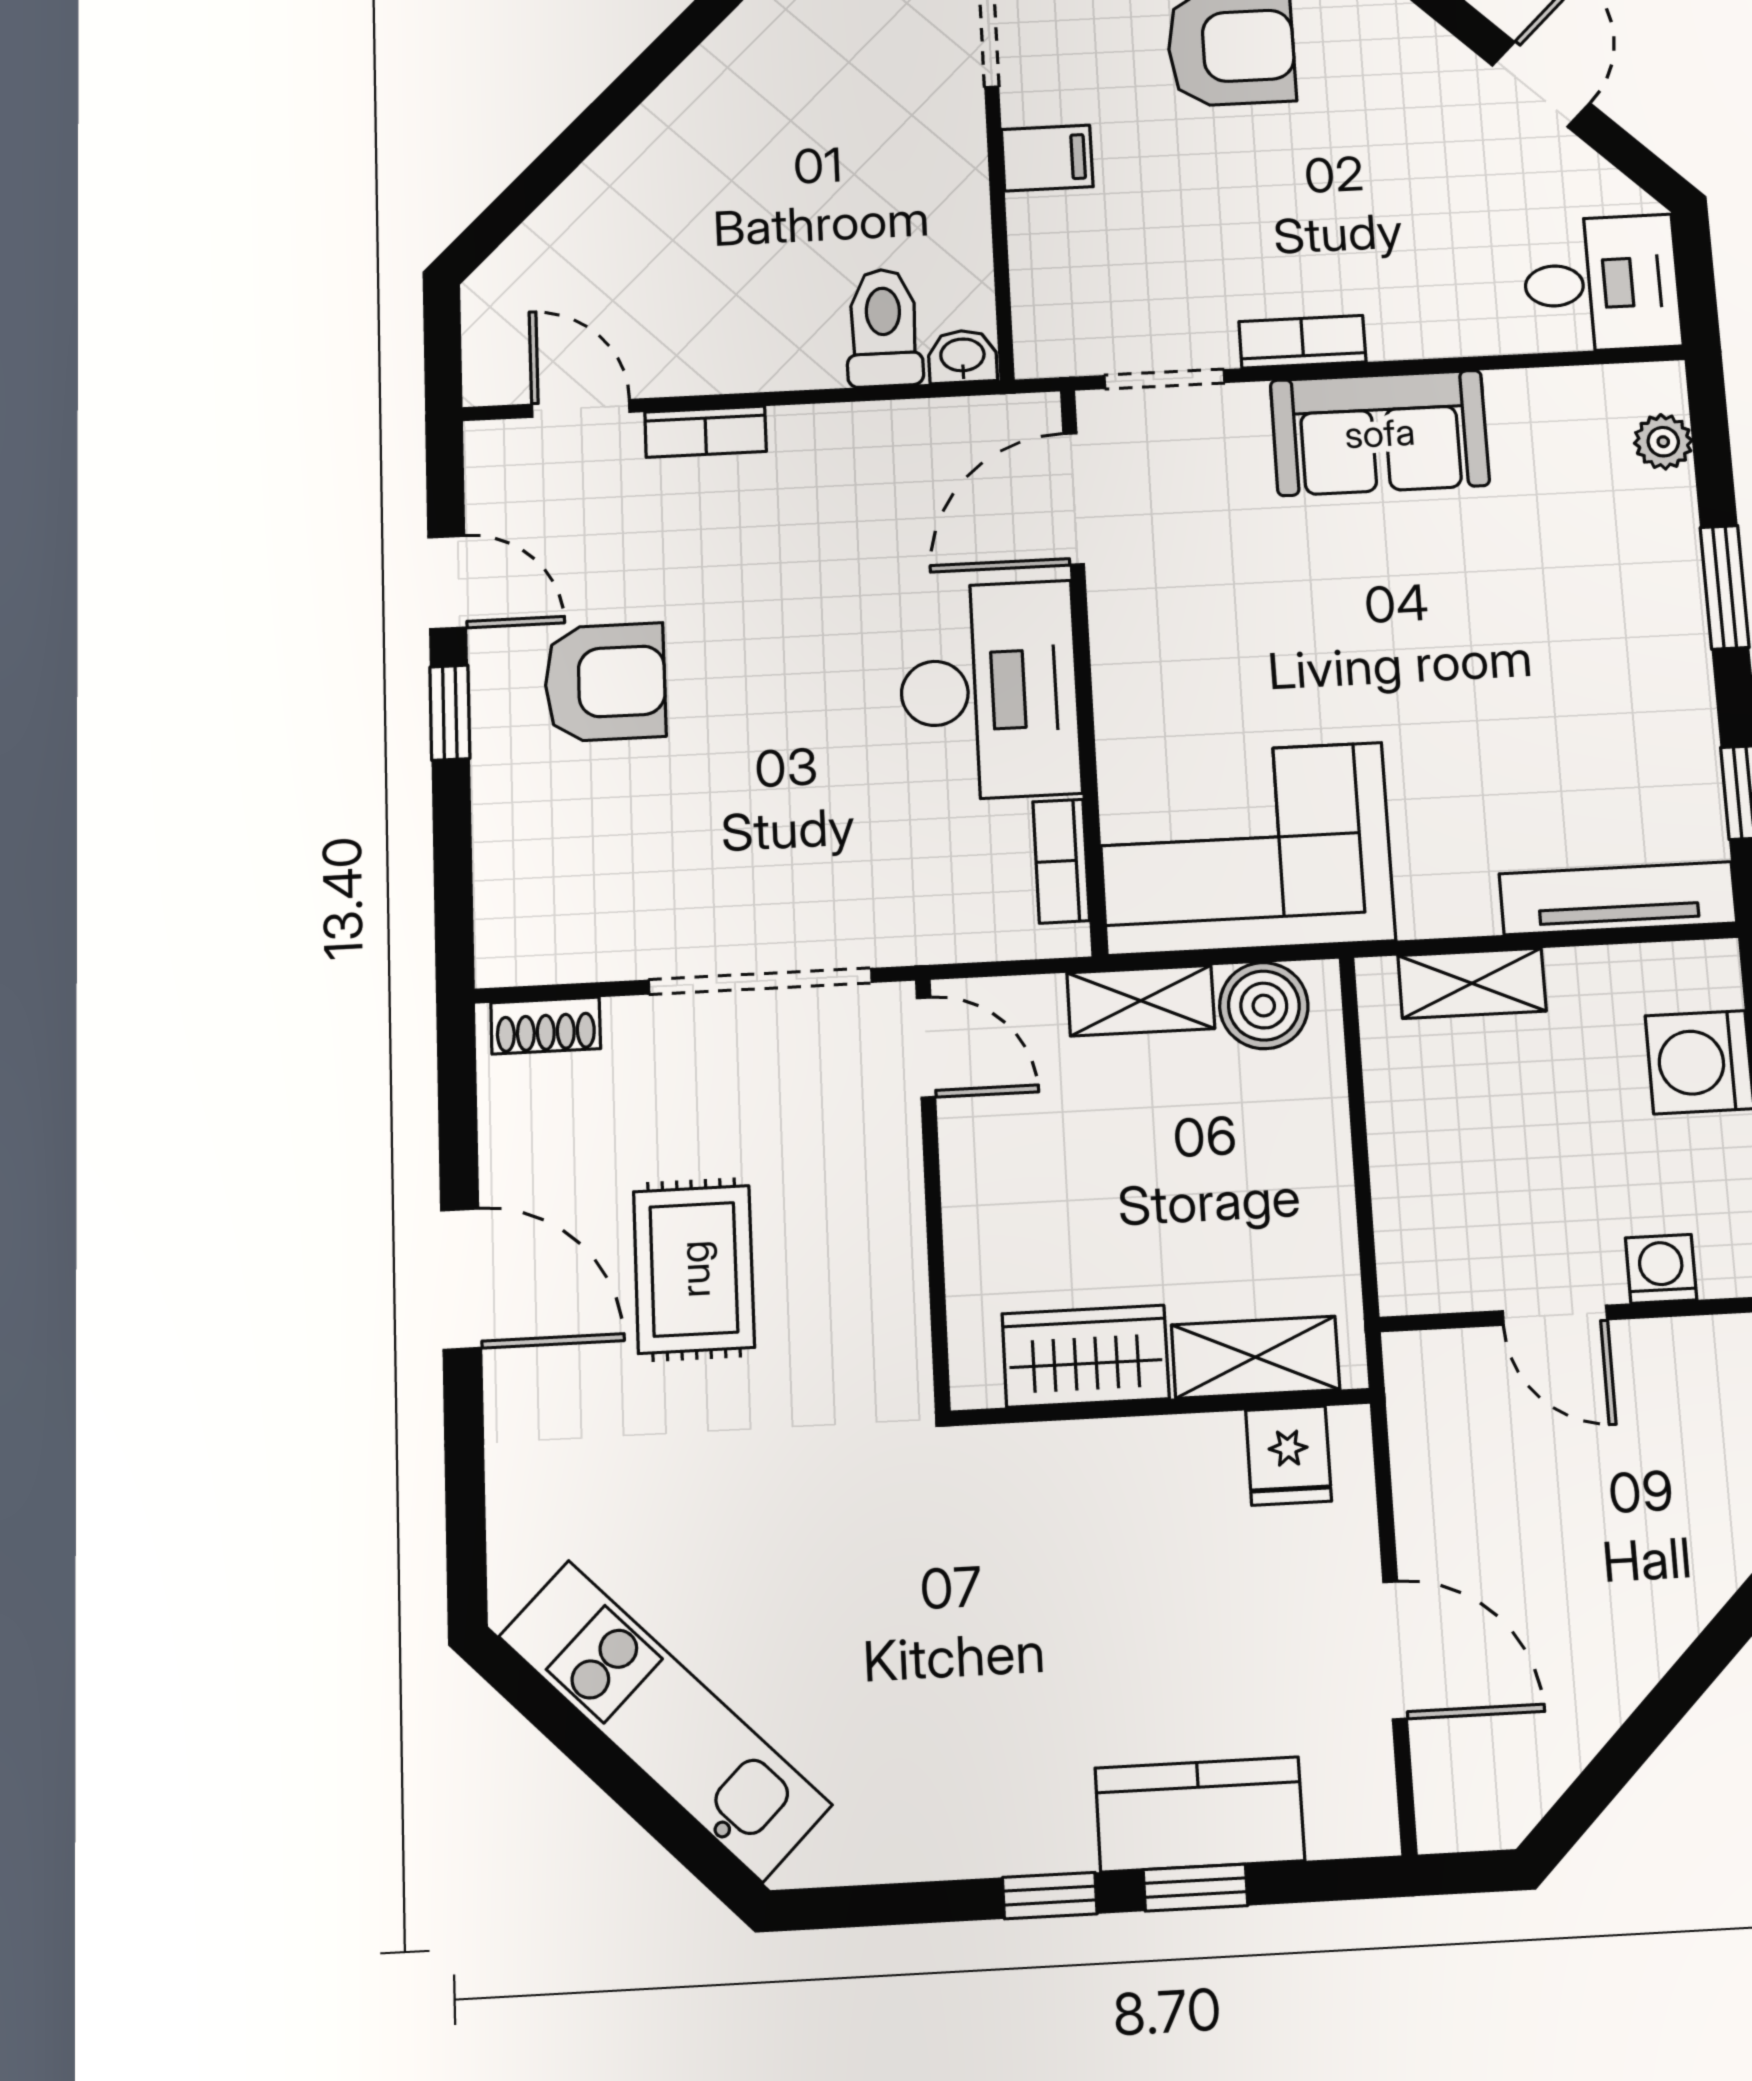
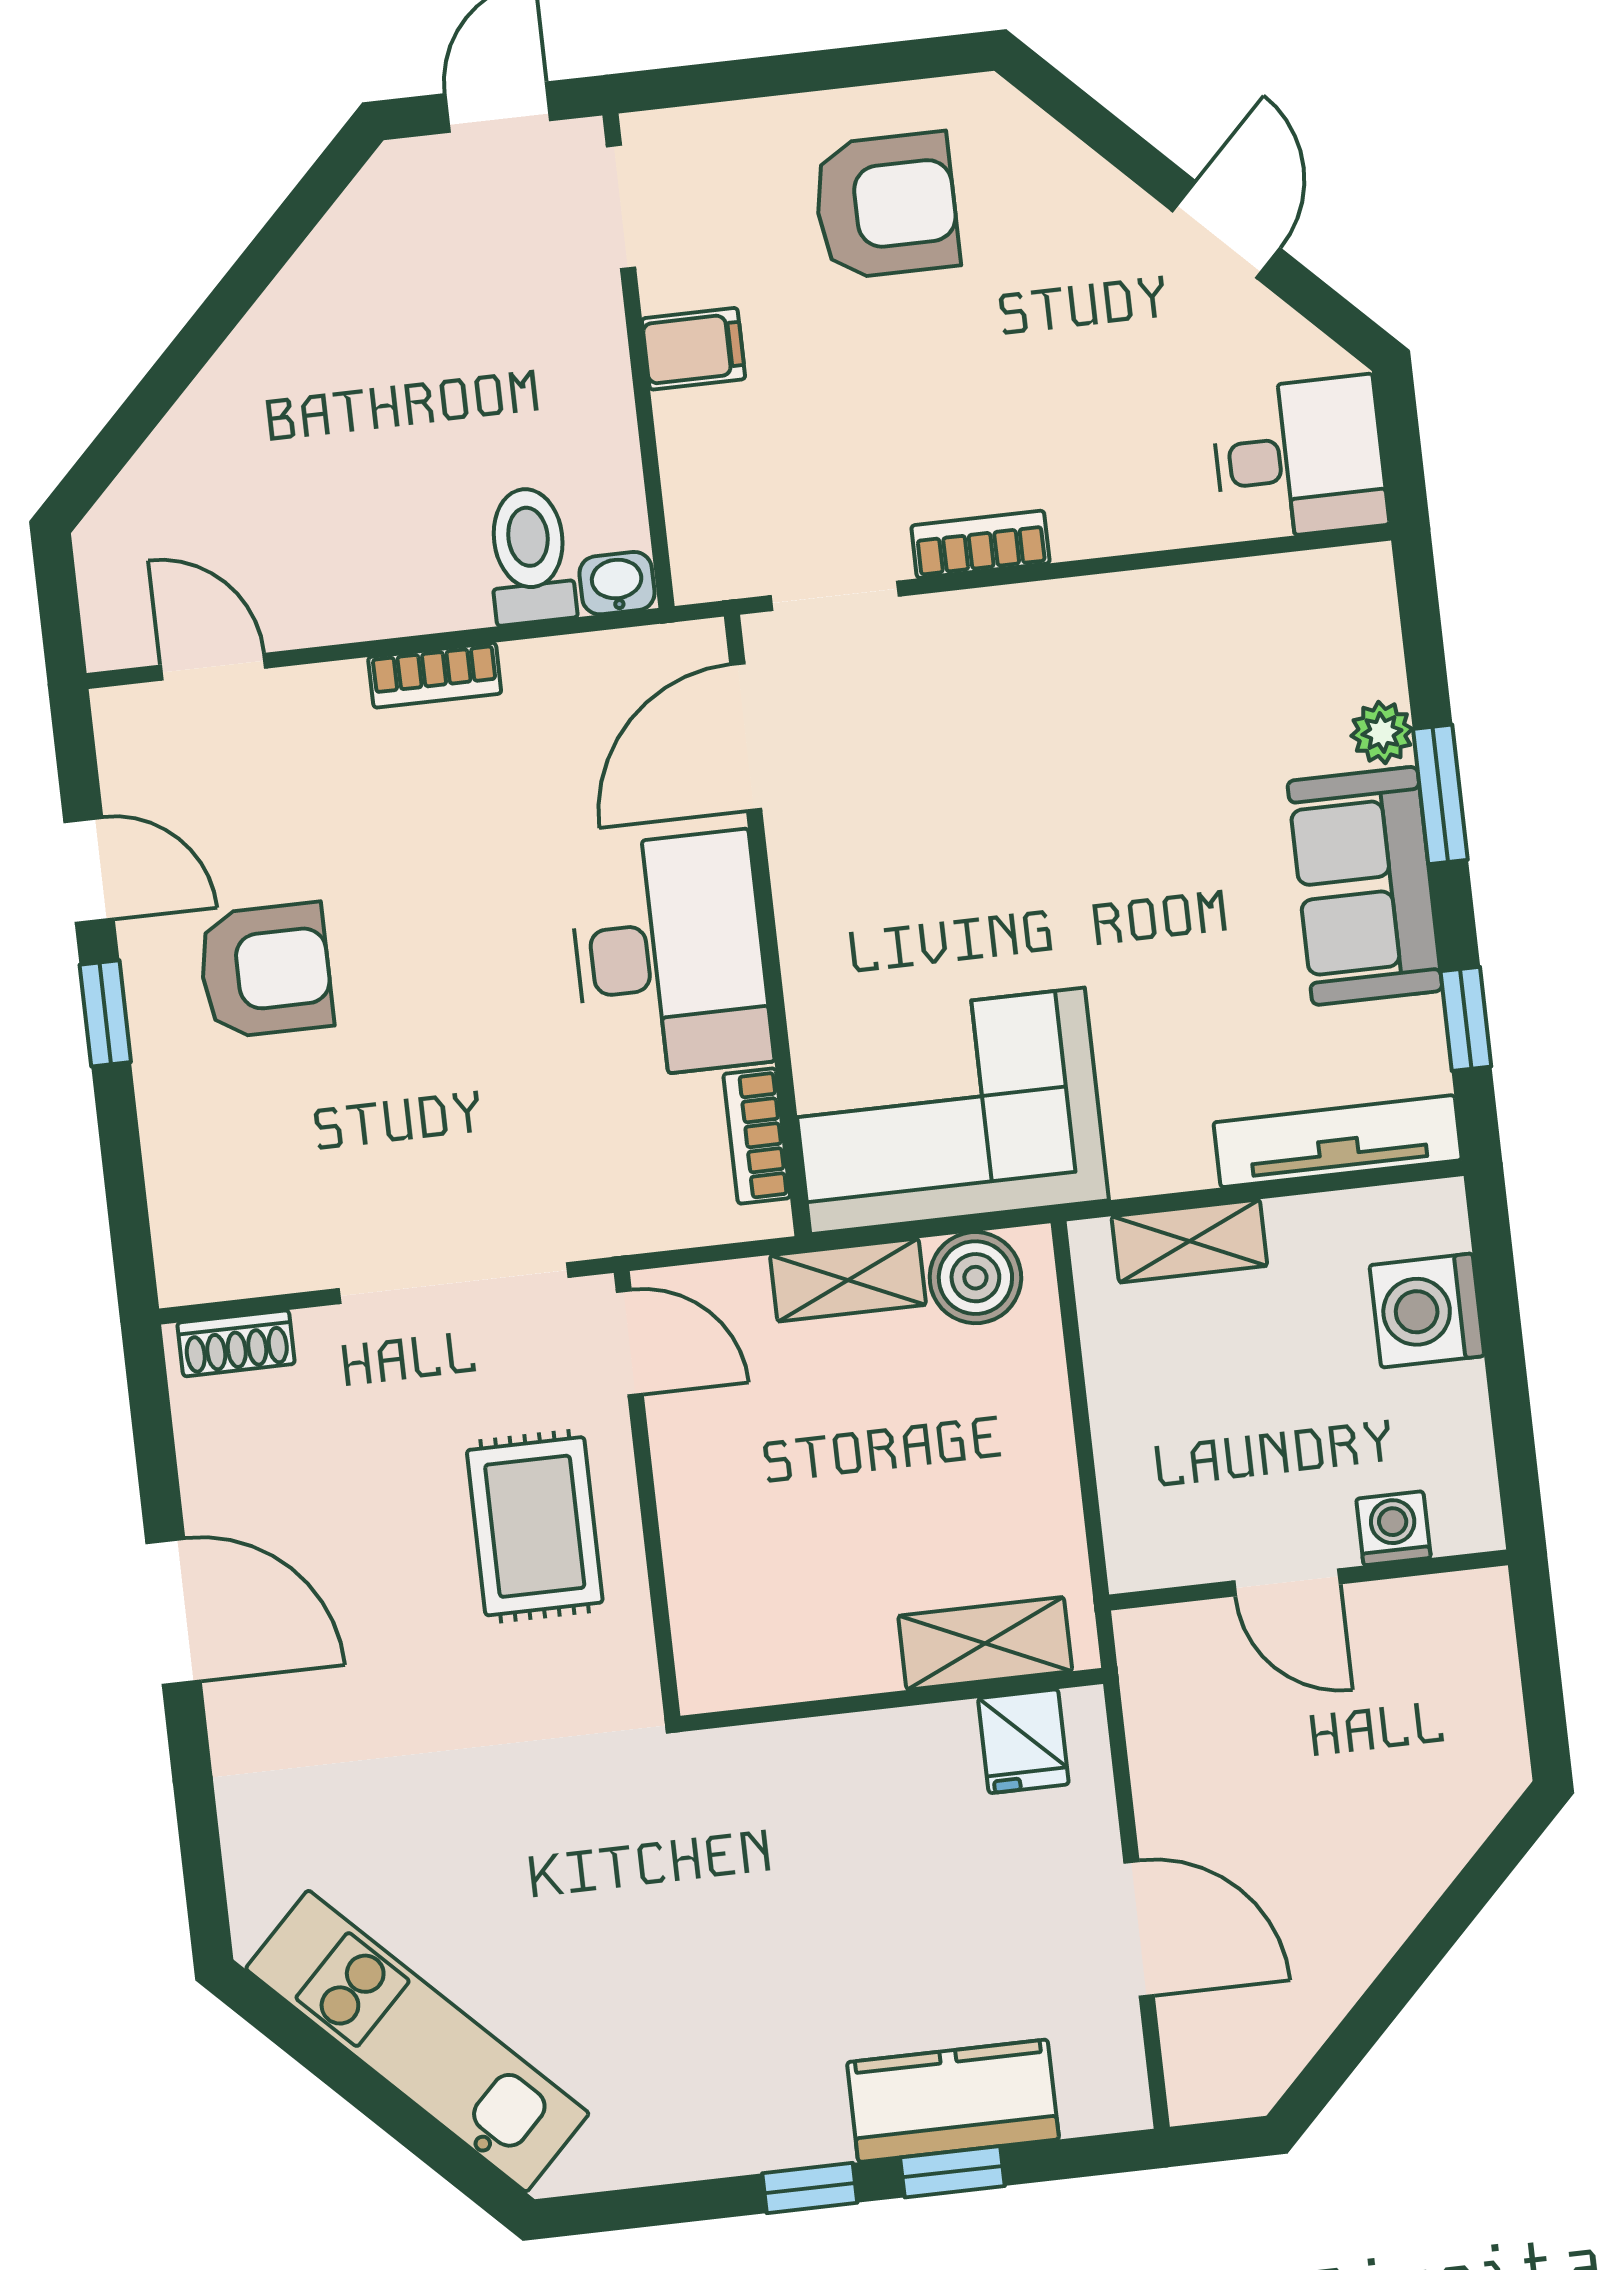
bookcase: (706, 432) -> (435, 675), moved
sofa: (1380, 433) -> (1365, 886), moved, turned 90
plant: (1663, 442) -> (1382, 732), moved
rug: (694, 1269) -> (535, 1526), moved
wardrobe: (1085, 1356) -> (813, 1653), removed

